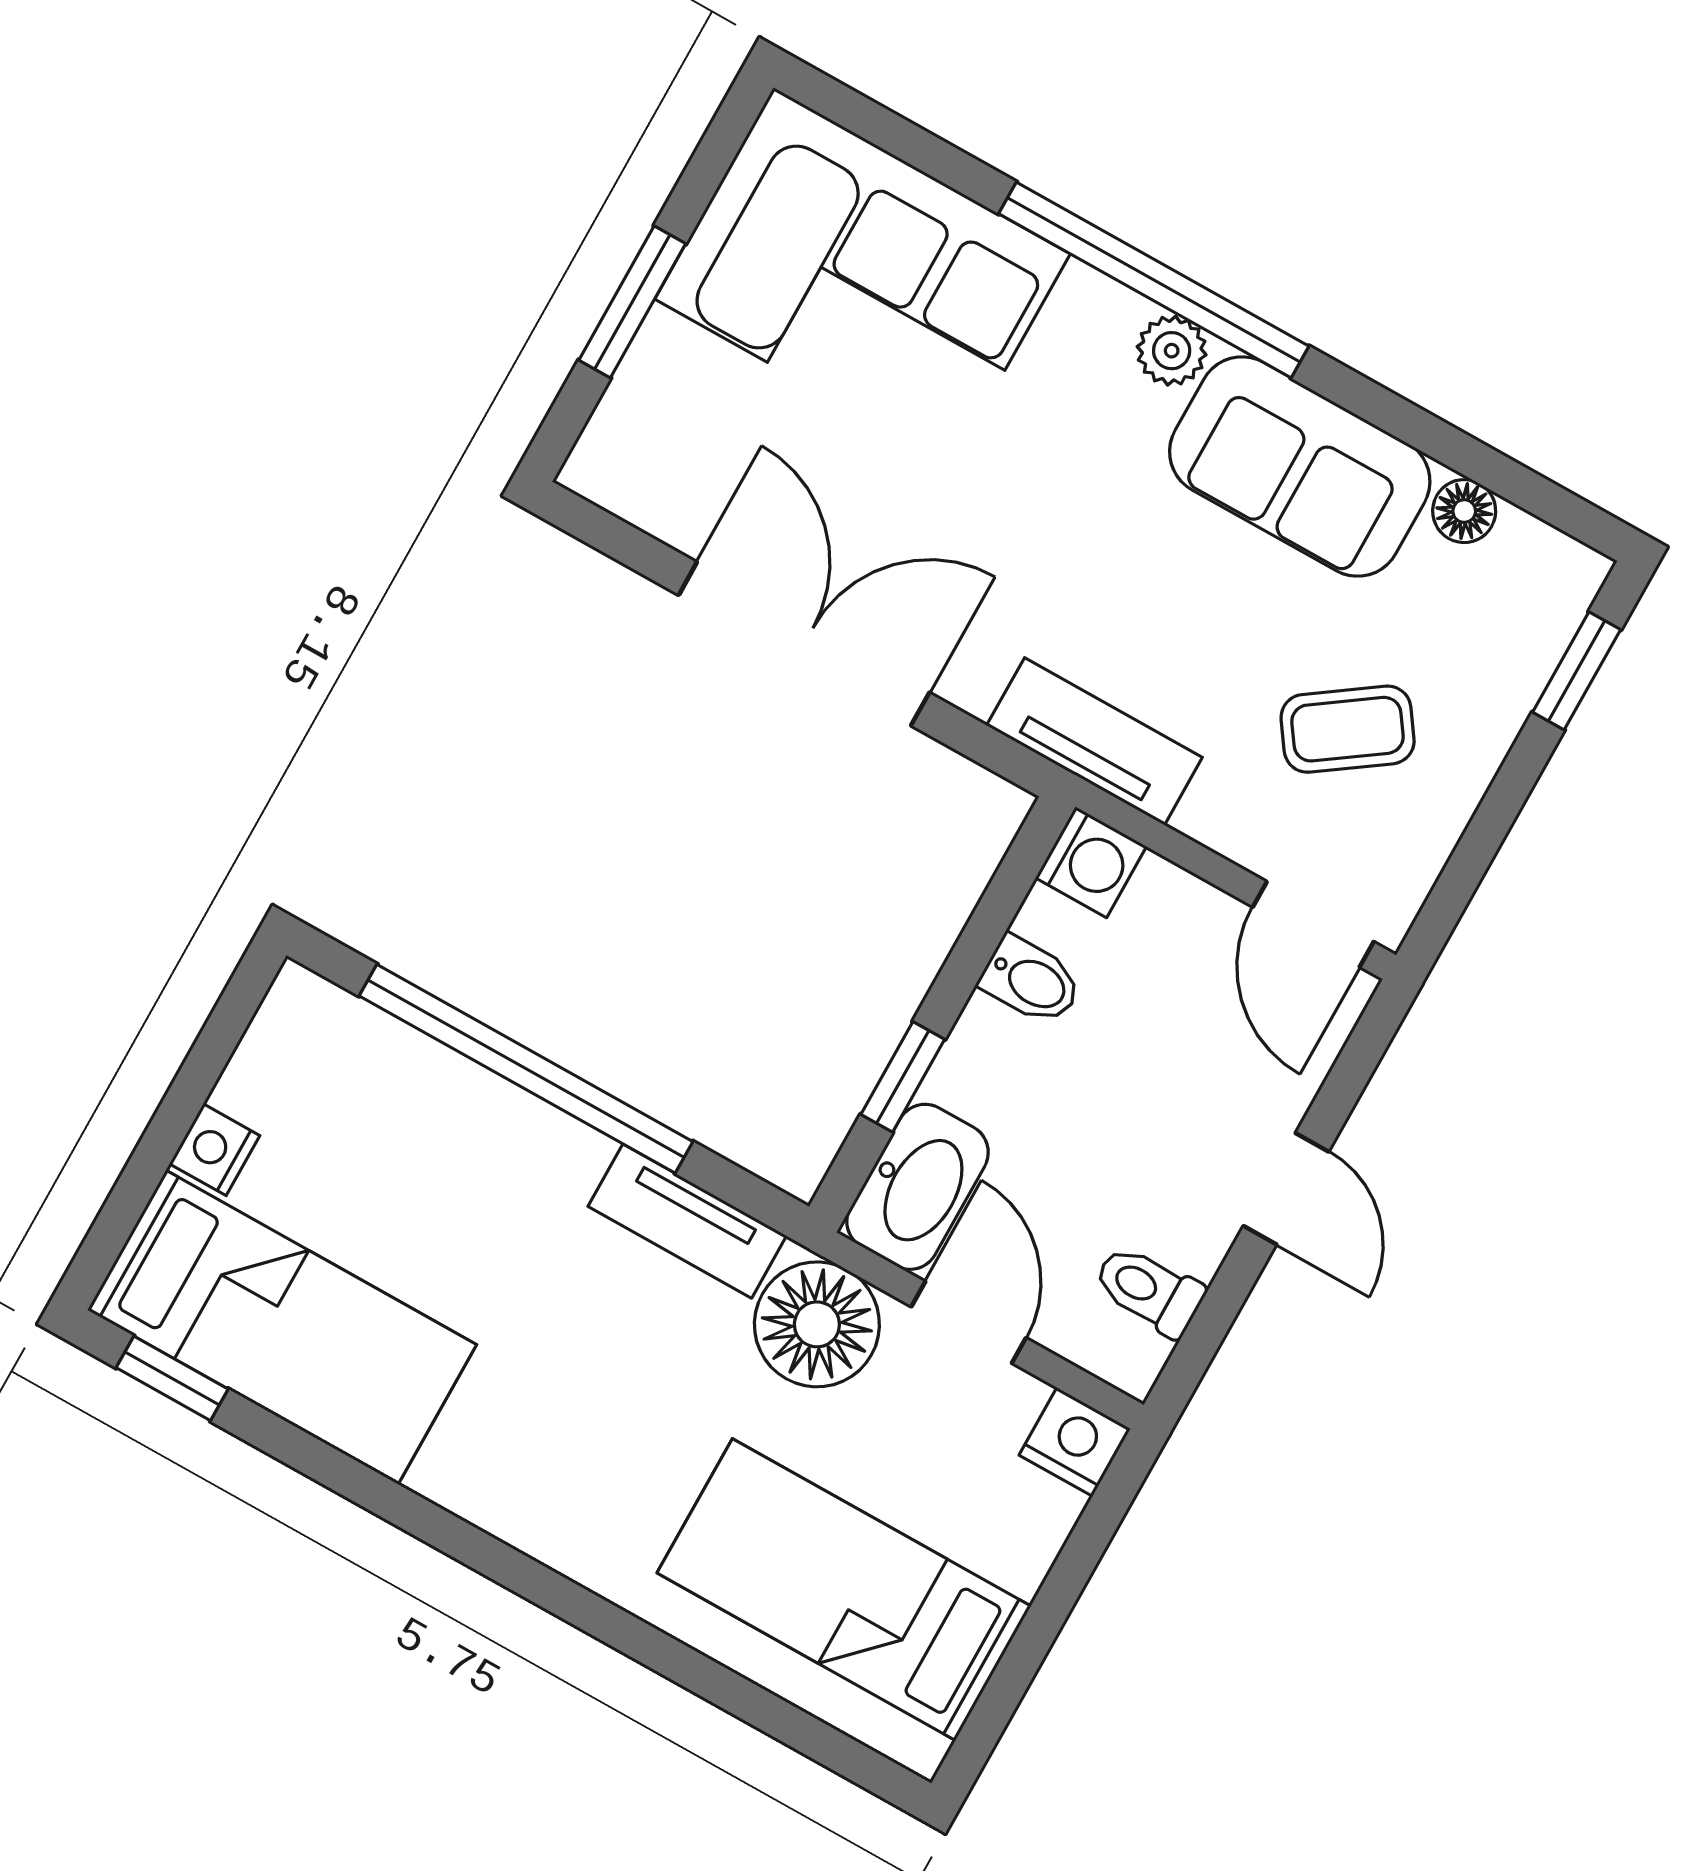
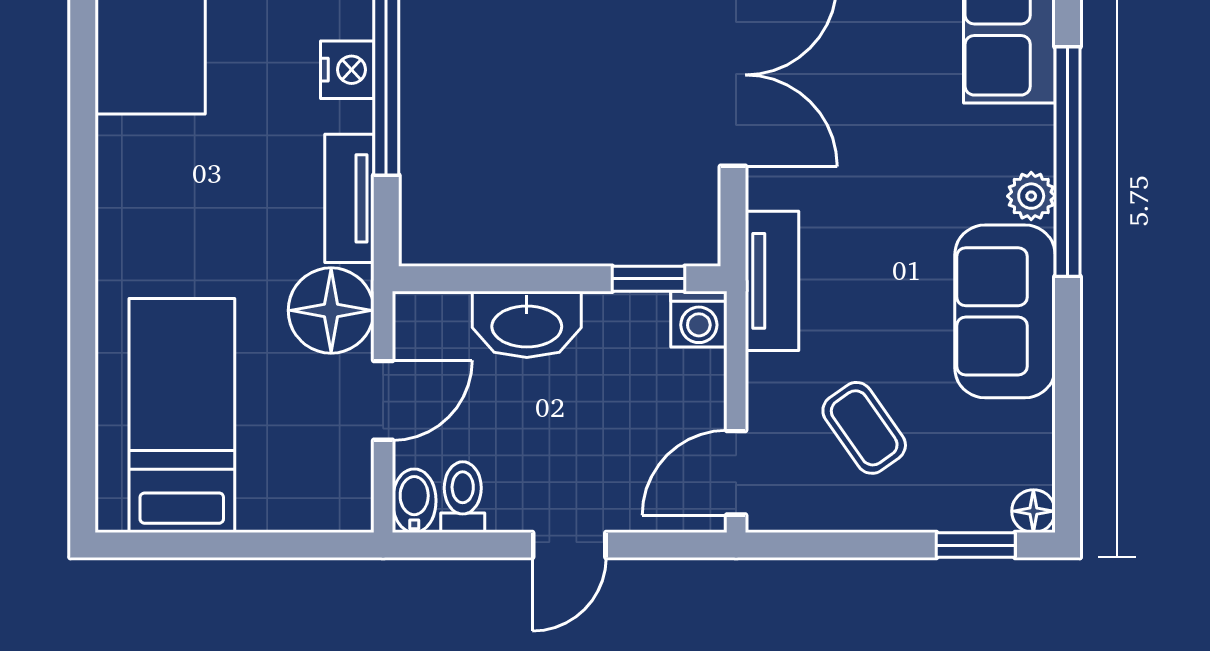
floor lamp: (1464, 511) -> (1033, 511), moved
bidet: (1031, 981) -> (414, 501), moved, turned 180
window: (903, 1077) -> (648, 279), moved
washbasin: (917, 1187) -> (527, 324), moved
nightstand: (1075, 1442) -> (347, 70), moved

